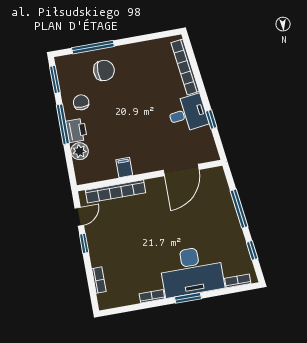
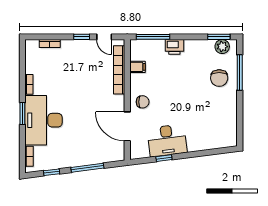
bookcase: (185, 67) -> (210, 144), removed
chair: (81, 102) -> (143, 102), moved
desk: (188, 114) -> (167, 140), width x1.37
window: (63, 124) -> (153, 37), moved
plant: (80, 151) -> (222, 47), moved
filing cabinet: (124, 168) -> (137, 67), moved

